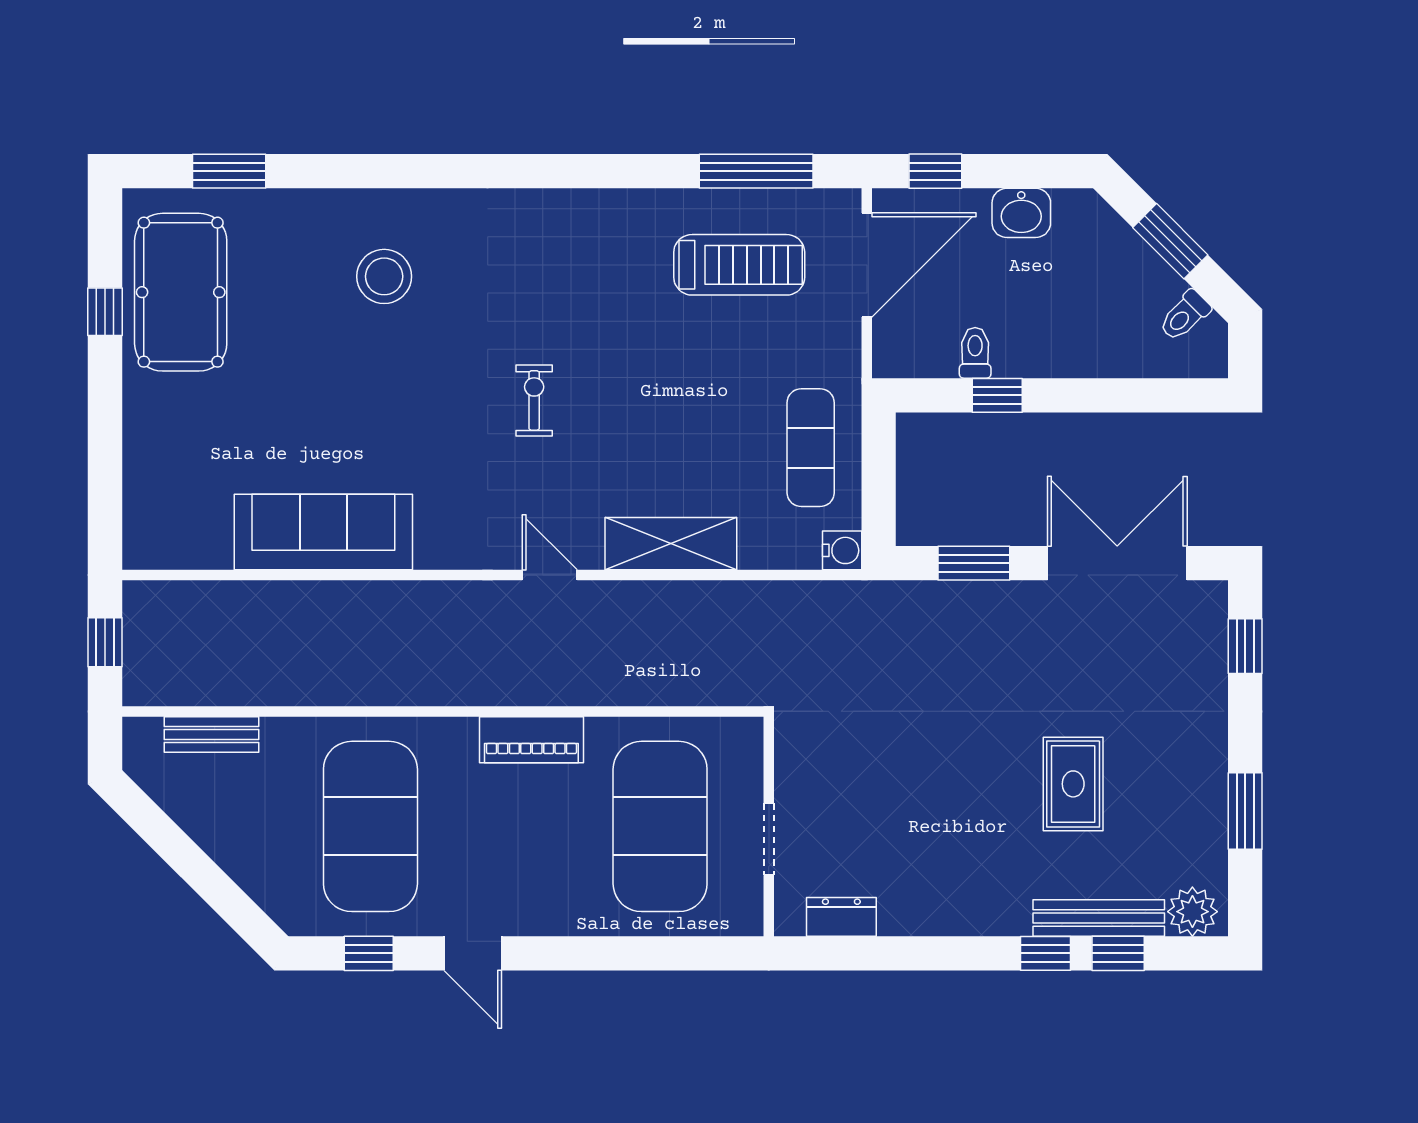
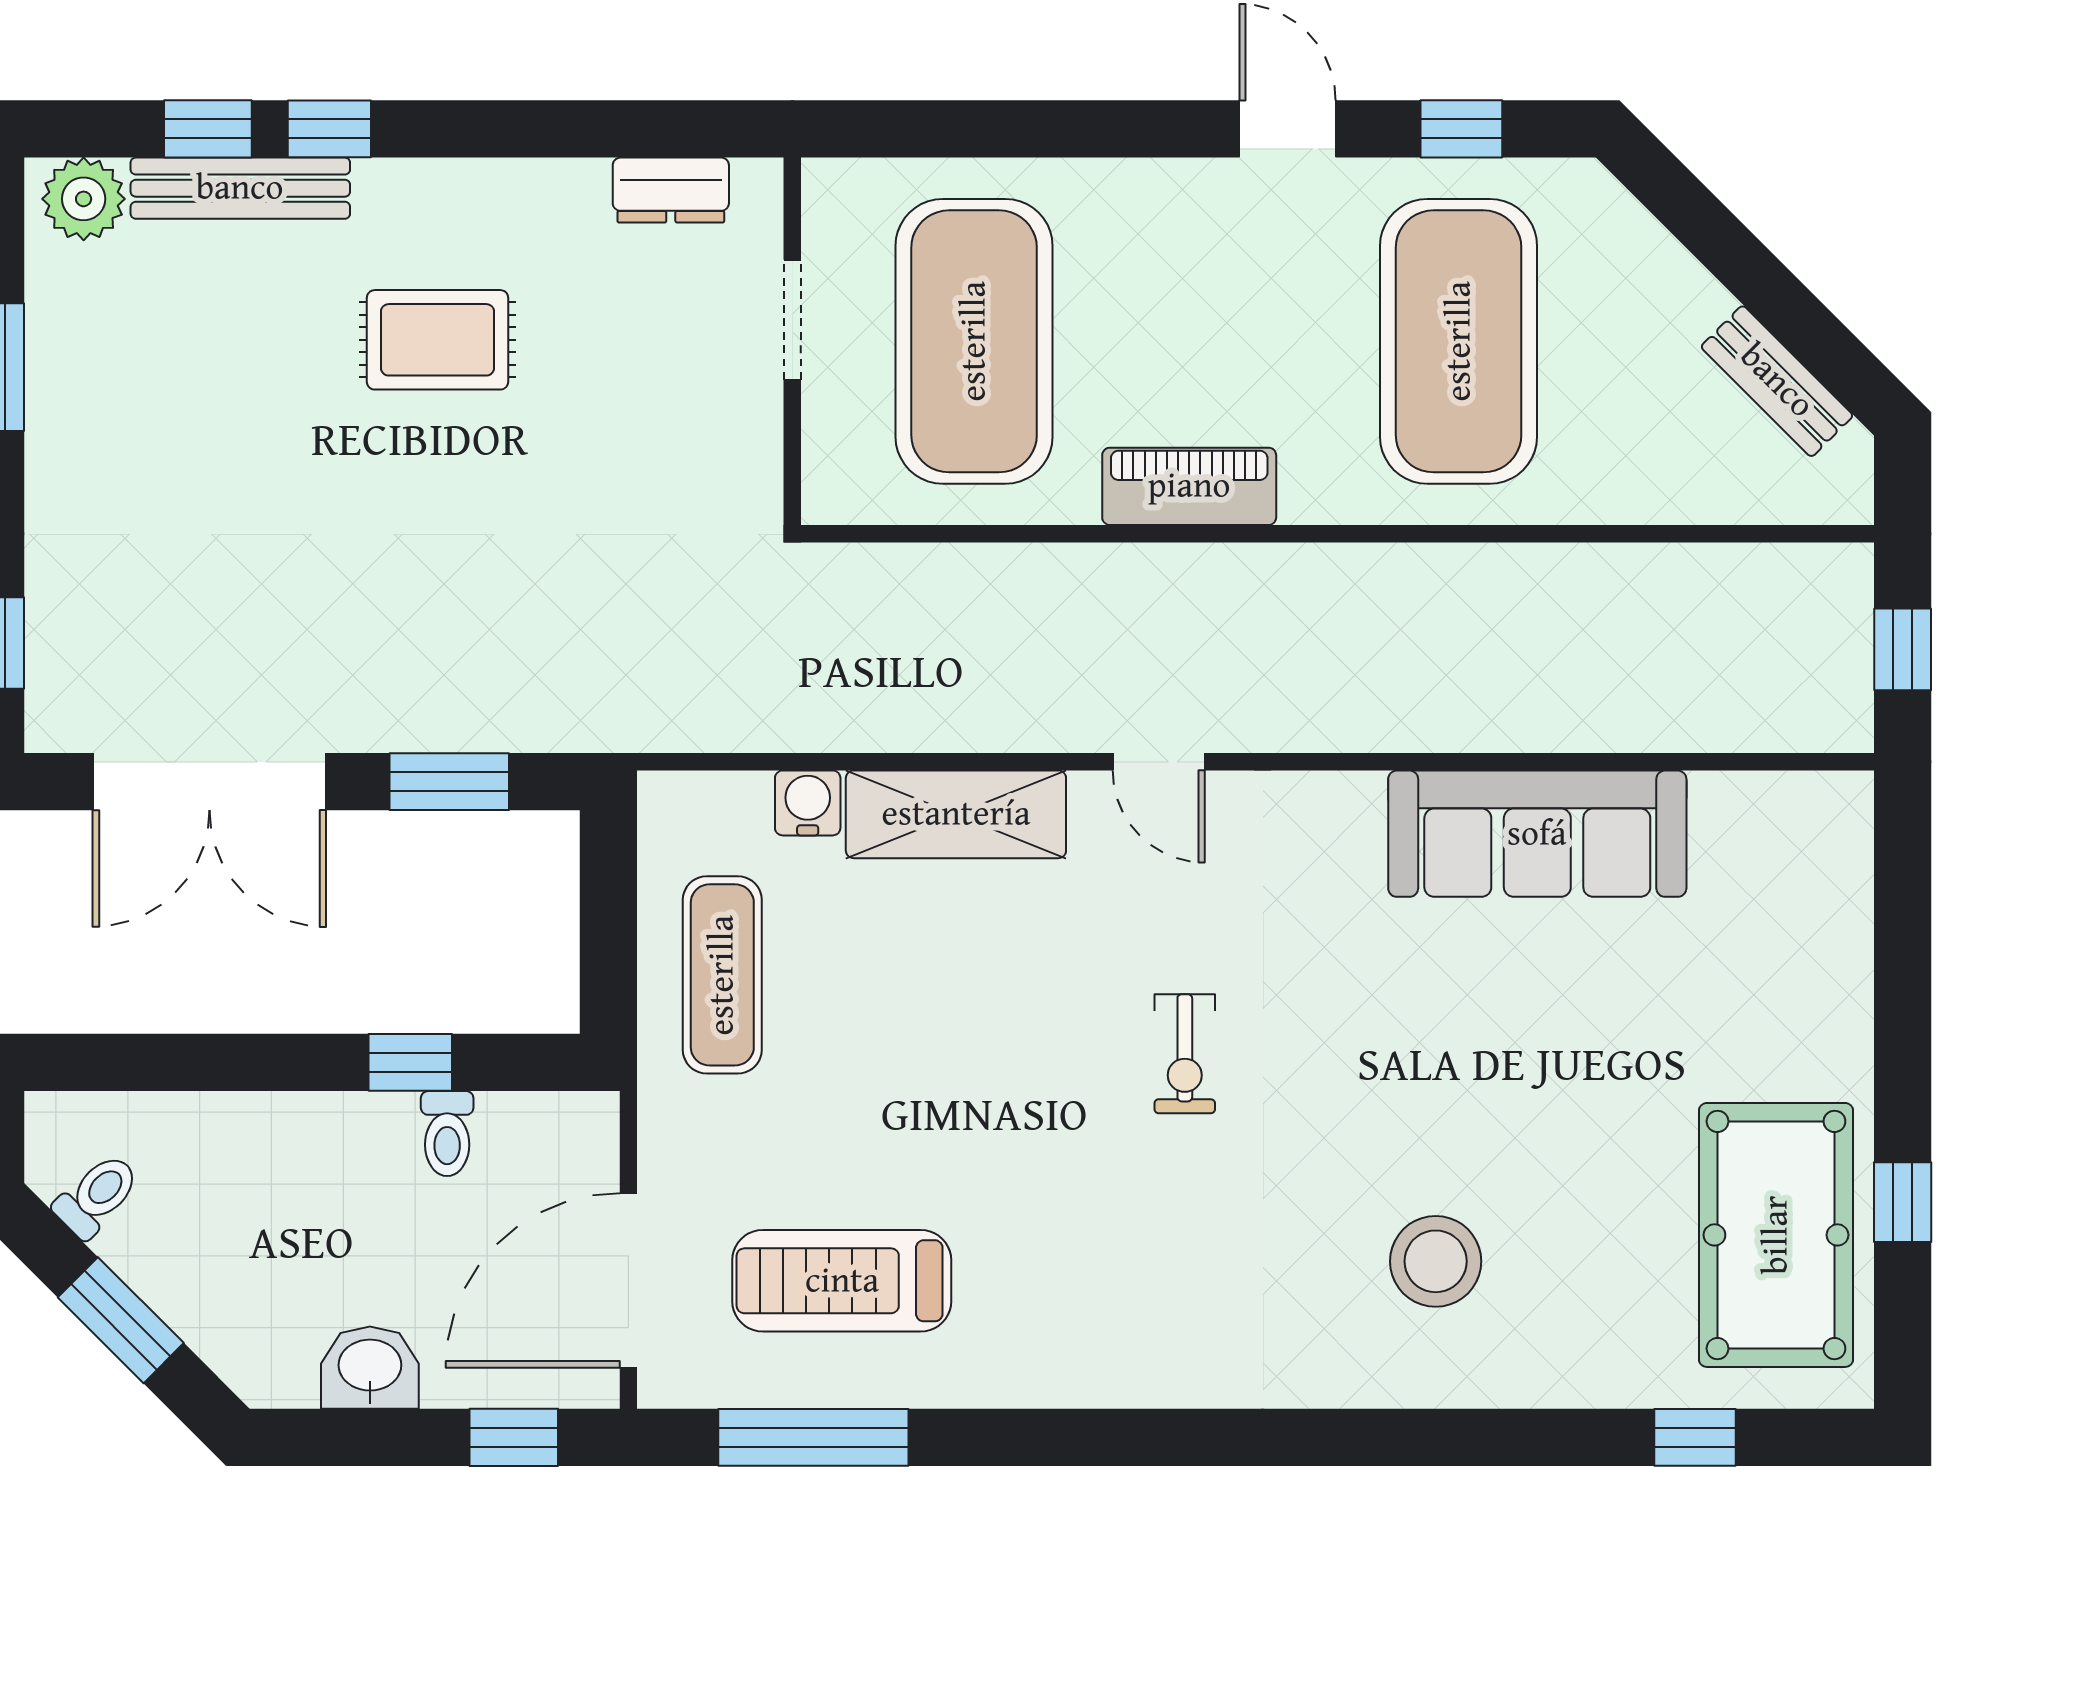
window: (229, 171) -> (1695, 1437), width x0.67
water cooler: (842, 550) -> (808, 803), moved, turned 90
bench: (211, 735) -> (1777, 381), moved, turned 45
rug: (1073, 784) -> (438, 340), moved, turned 90

